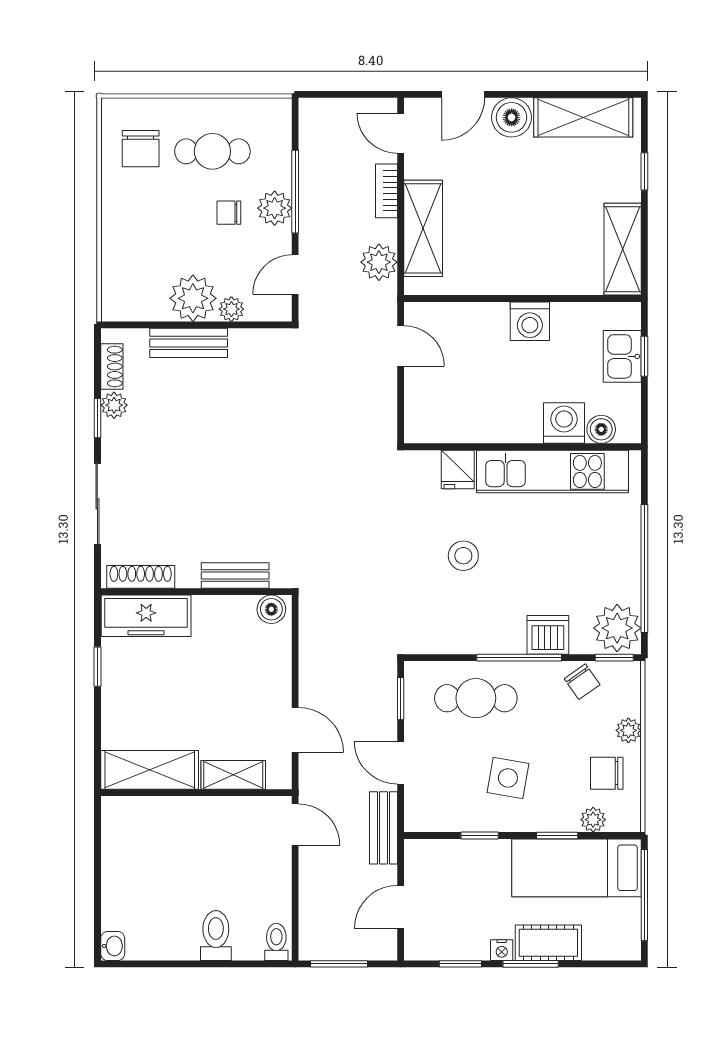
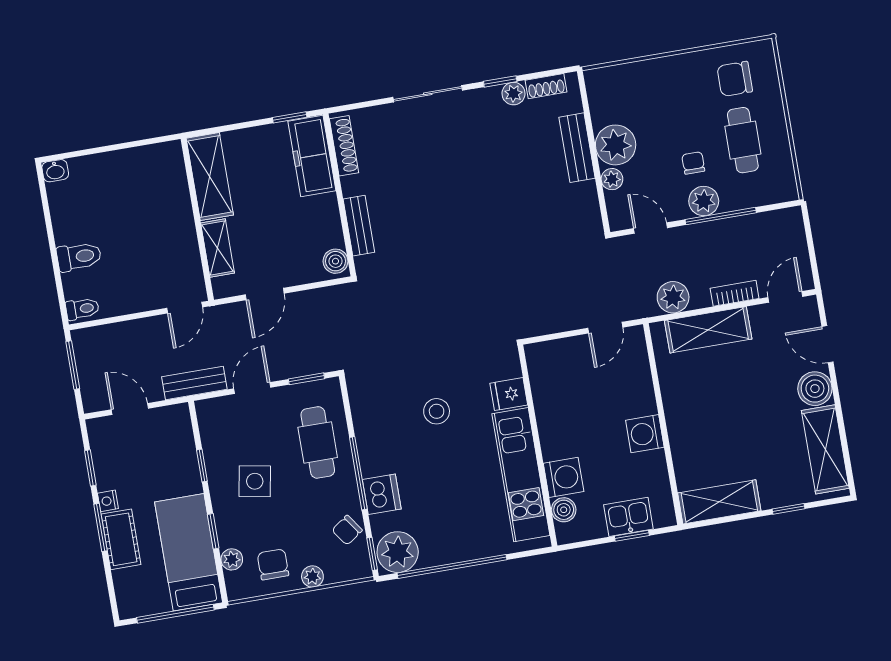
bench: (235, 575) -> (359, 226), moved
shoe rack: (141, 577) -> (344, 146), moved
wall: (196, 592) -> (340, 195), moved
boiler: (271, 609) -> (336, 261), moved
freezer: (146, 616) -> (312, 156), moved

